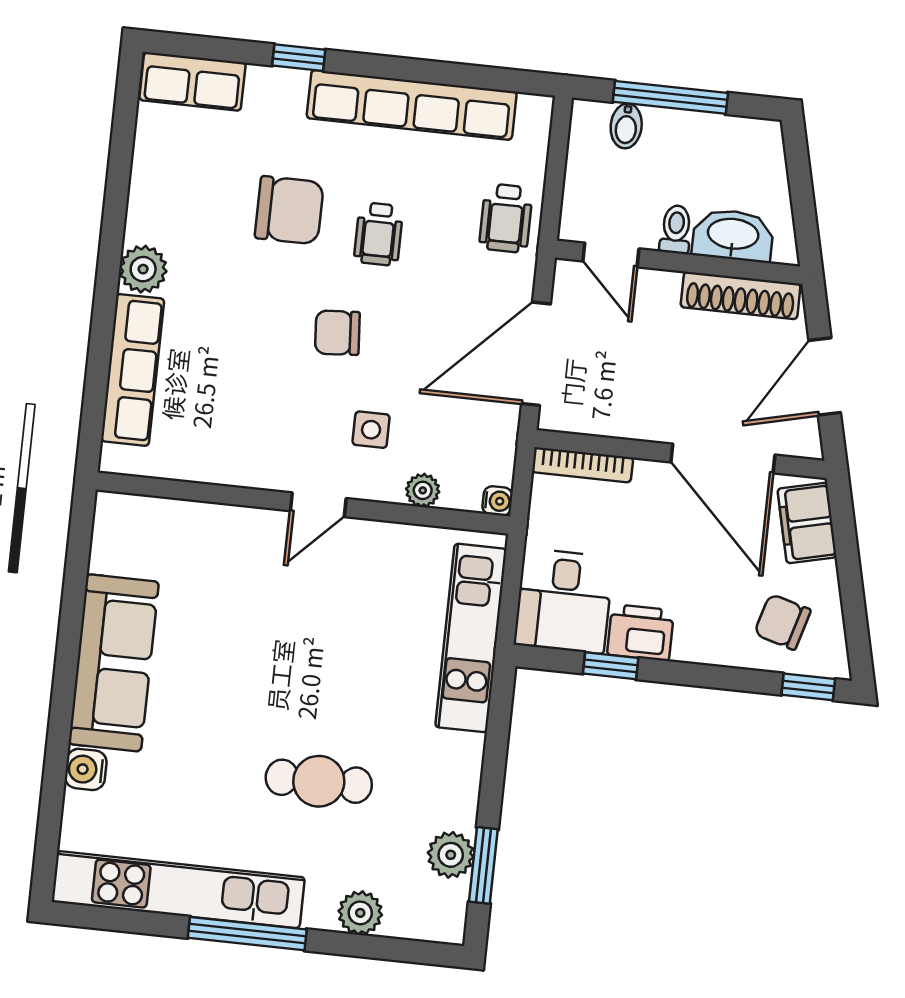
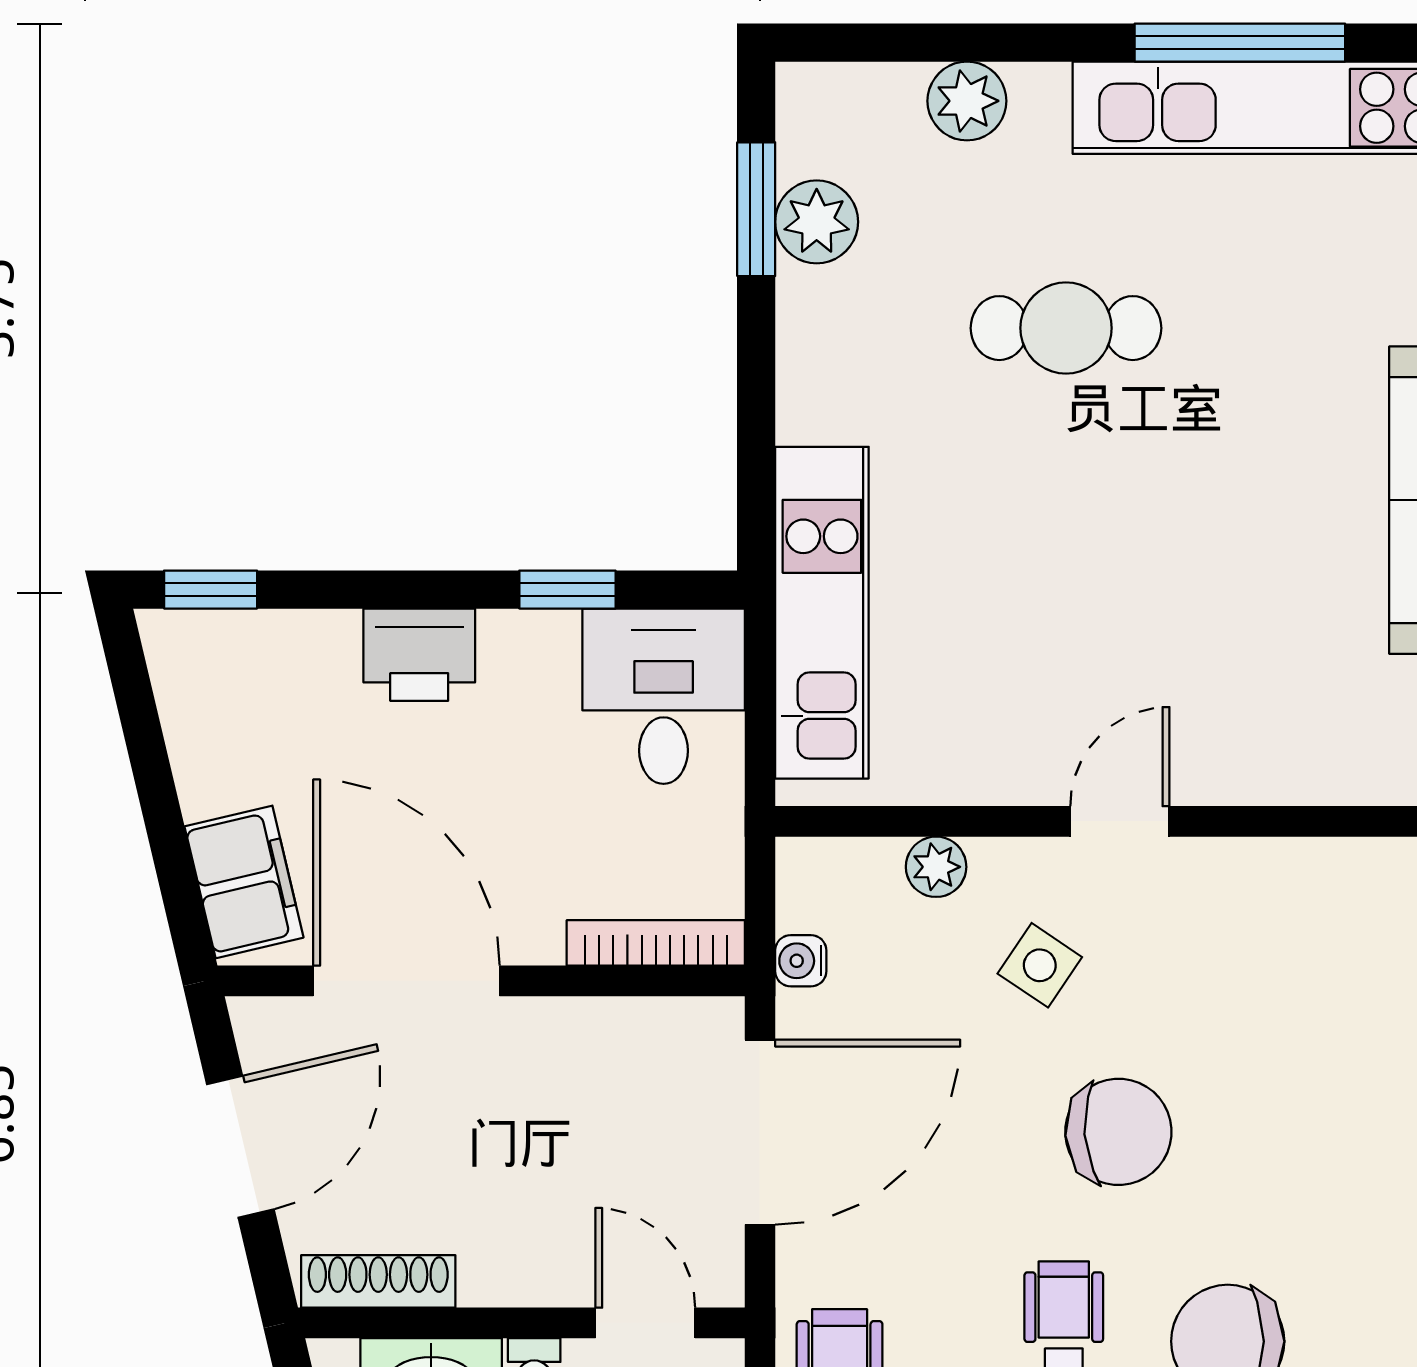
shoe rack: (741, 295) -> (378, 1281), width x0.74, depth x0.81
chair: (337, 333) -> (1118, 1132), width x1.37, depth x1.37
side table: (371, 430) -> (1040, 965), turned 34
water cooler: (497, 501) -> (801, 961), moved
chair: (782, 622) -> (269, 701), removed
printer: (640, 633) -> (419, 655), moved
window: (247, 934) -> (1240, 43), moved

